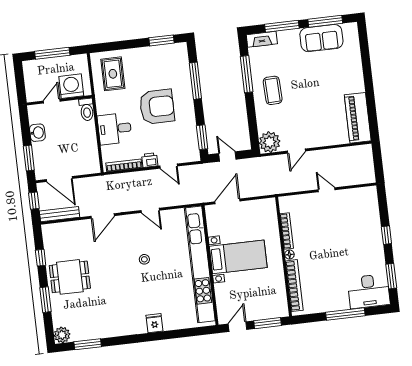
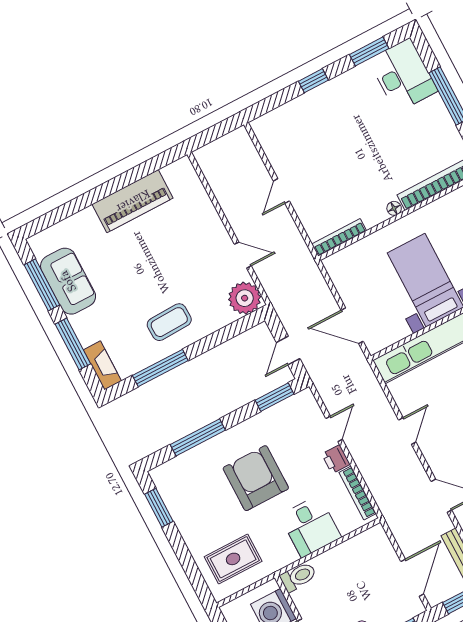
piano: (358, 118) -> (133, 201), moved
bookcase: (287, 231) -> (339, 237), moved

